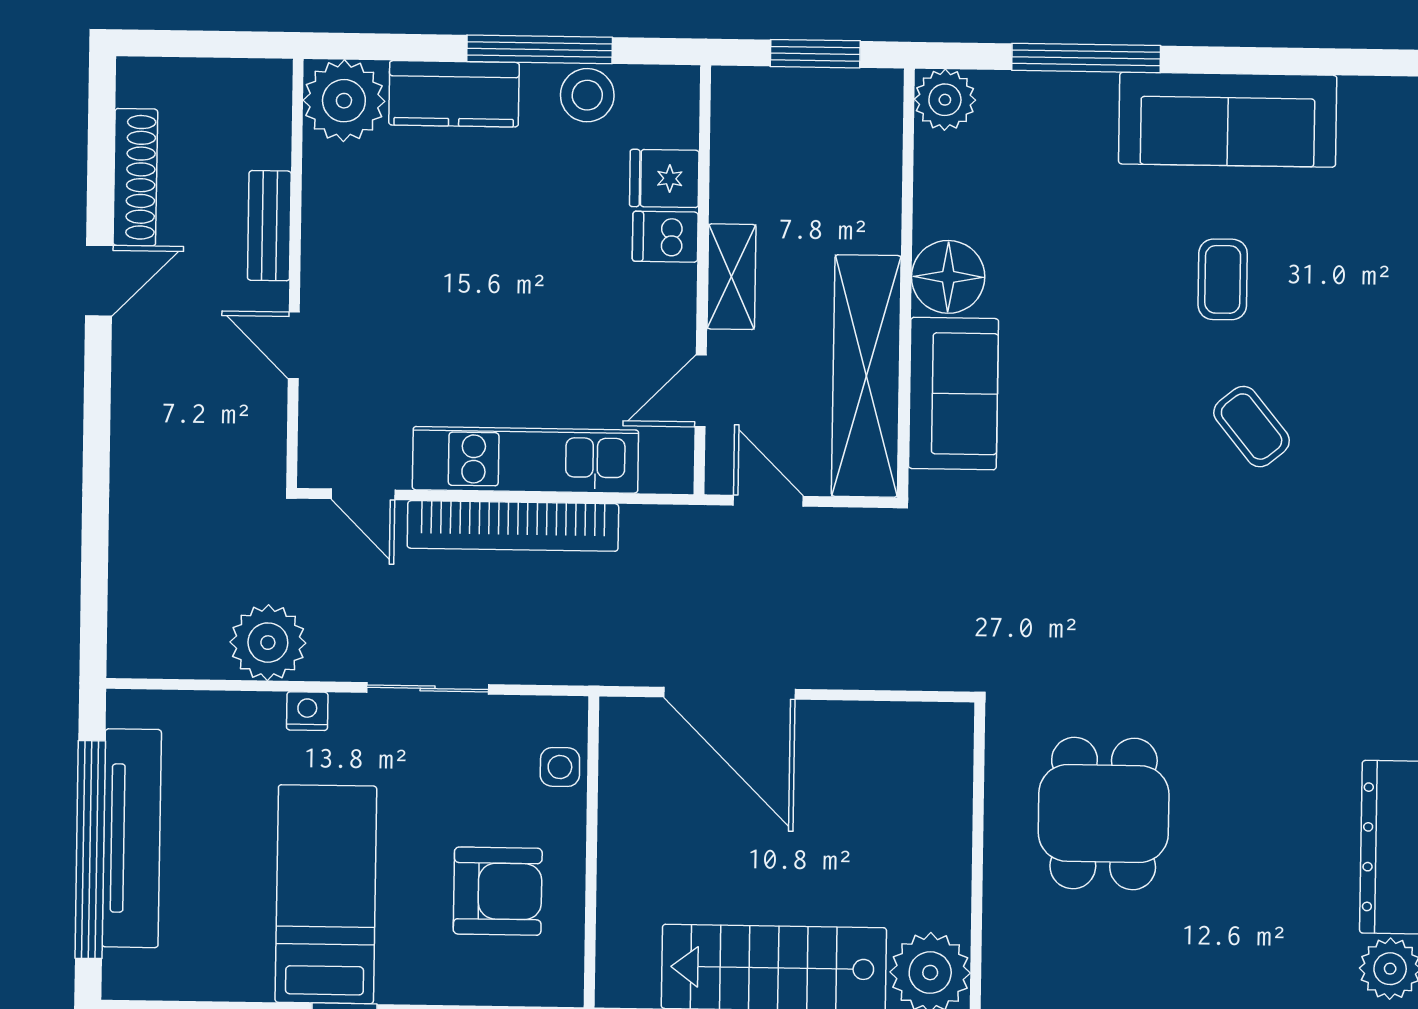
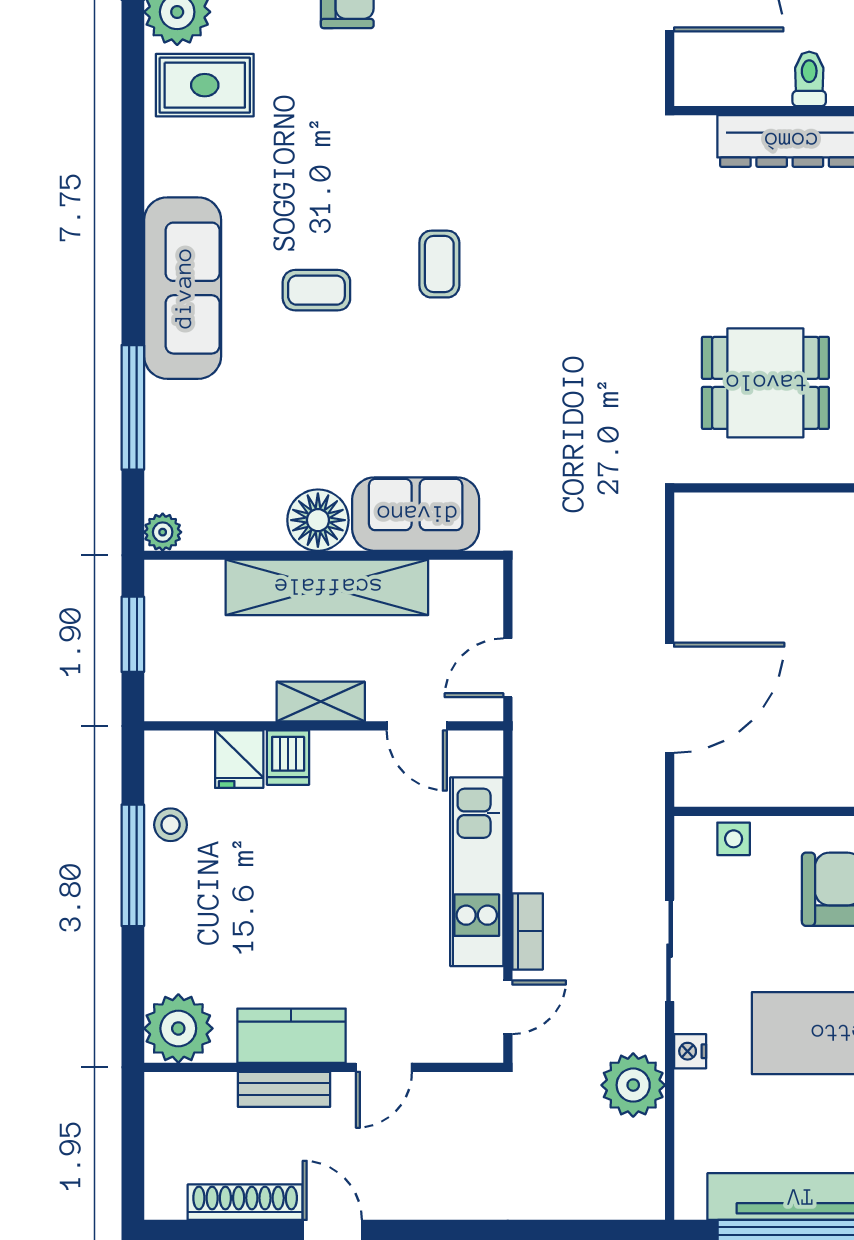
kitchen counter: (454, 94) -> (291, 1036), moved, turned -90
stool: (587, 95) -> (171, 825), width x0.73, depth x0.73
plant: (945, 100) -> (163, 532), width x0.73, depth x0.73
shelving: (866, 376) -> (327, 587), moved
coffee table: (1252, 427) -> (439, 264), turned -51
bookcase: (513, 526) -> (528, 931), width x0.43, depth x0.76

